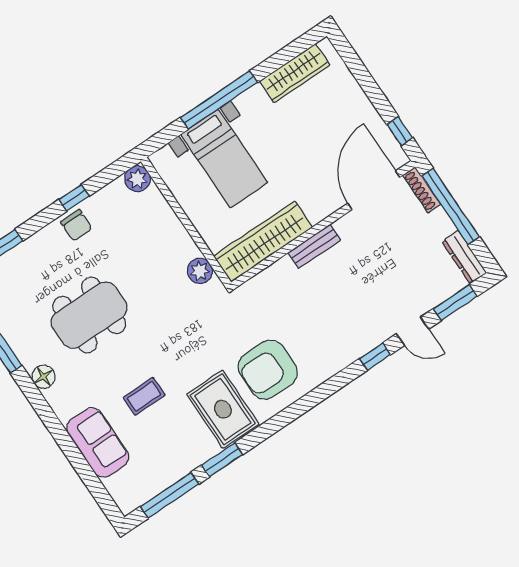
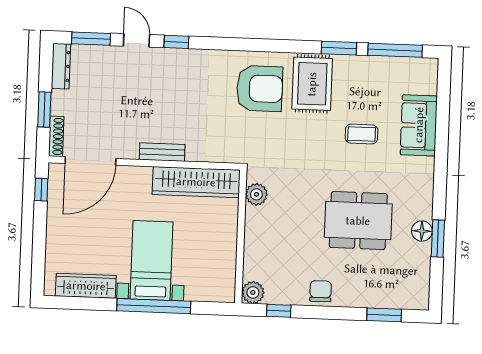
bed with nightstands: (224, 159) -> (152, 260), moved
window: (74, 198) -> (279, 311), moved
window: (451, 206) -> (44, 109), width x0.47
floor lamp: (43, 377) -> (422, 231), moved

